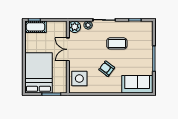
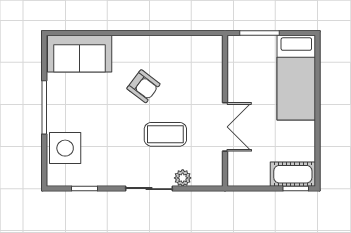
plant: (75, 27) -> (211, 174), removed
coffee table: (117, 43) -> (165, 134), moved
bed: (38, 73) -> (296, 78), width x0.67
side table: (79, 79) -> (65, 148), moved

